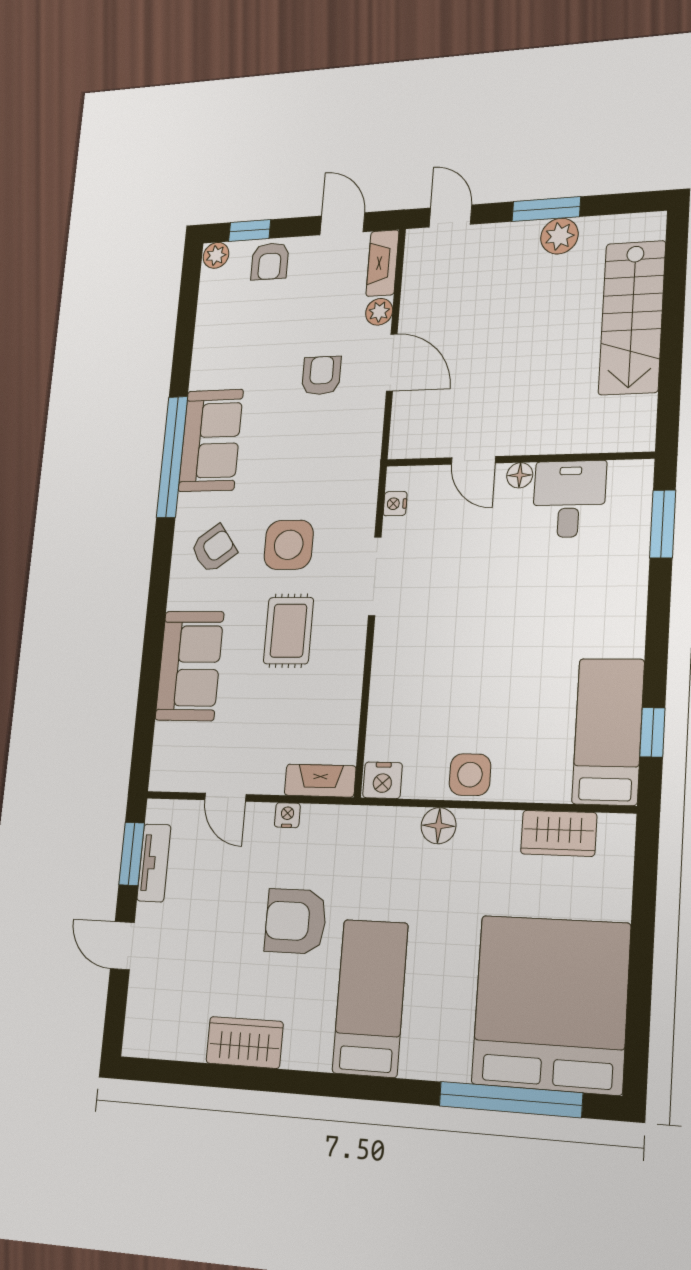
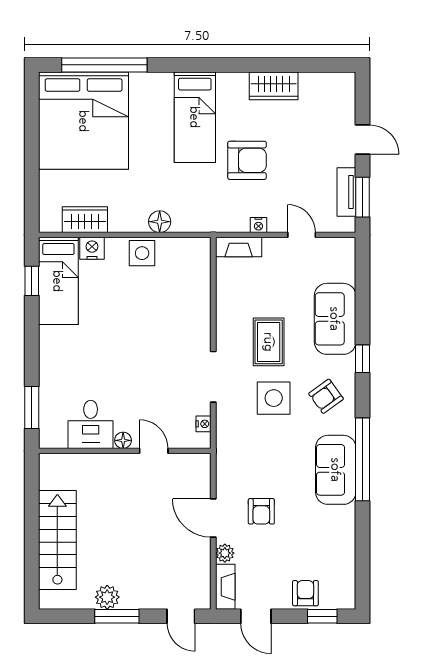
plant: (216, 255) -> (345, 600), removed
window: (157, 605) -> (363, 359), added
nightstand: (383, 780) -> (92, 248), moved

